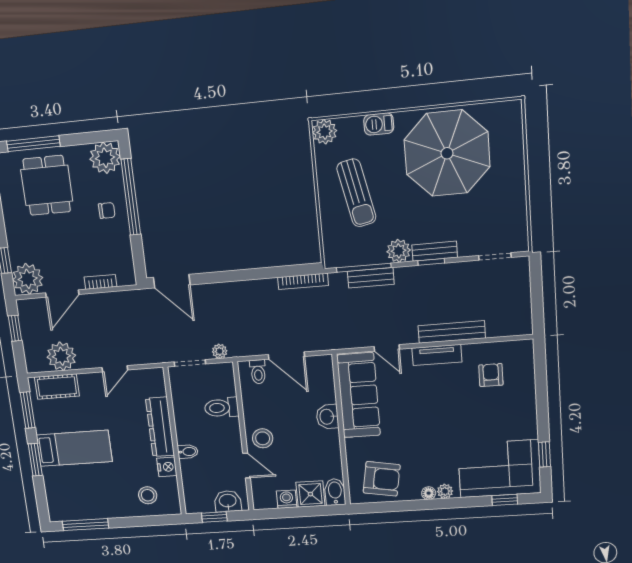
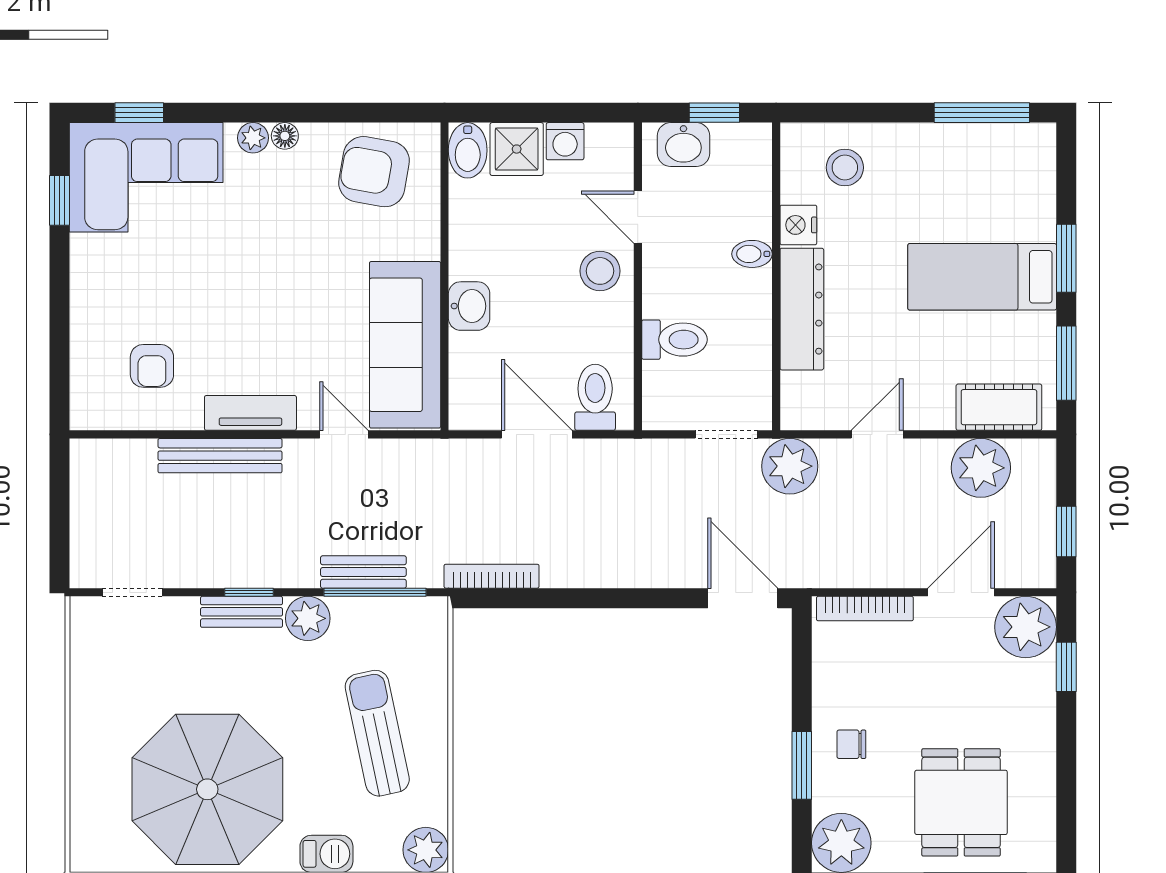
window: (131, 197) -> (802, 765), width x0.47
bookcase: (100, 282) -> (865, 609), width x1.56
plant: (220, 351) -> (790, 466), moved, width x1.87, depth x1.87
toilet: (258, 372) -> (595, 397), width x1.37, depth x1.39

